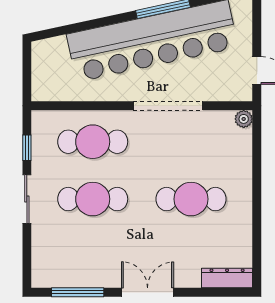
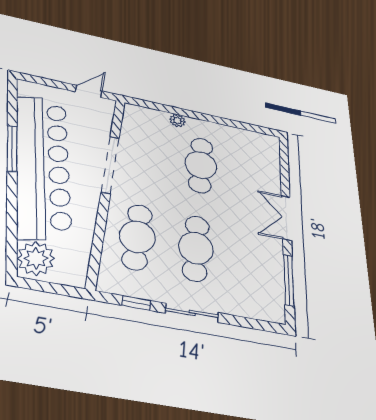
plant: (52, 54) -> (36, 258), added
plant: (244, 119) -> (177, 121), moved
dresser: (227, 278) -> (272, 153), removed

